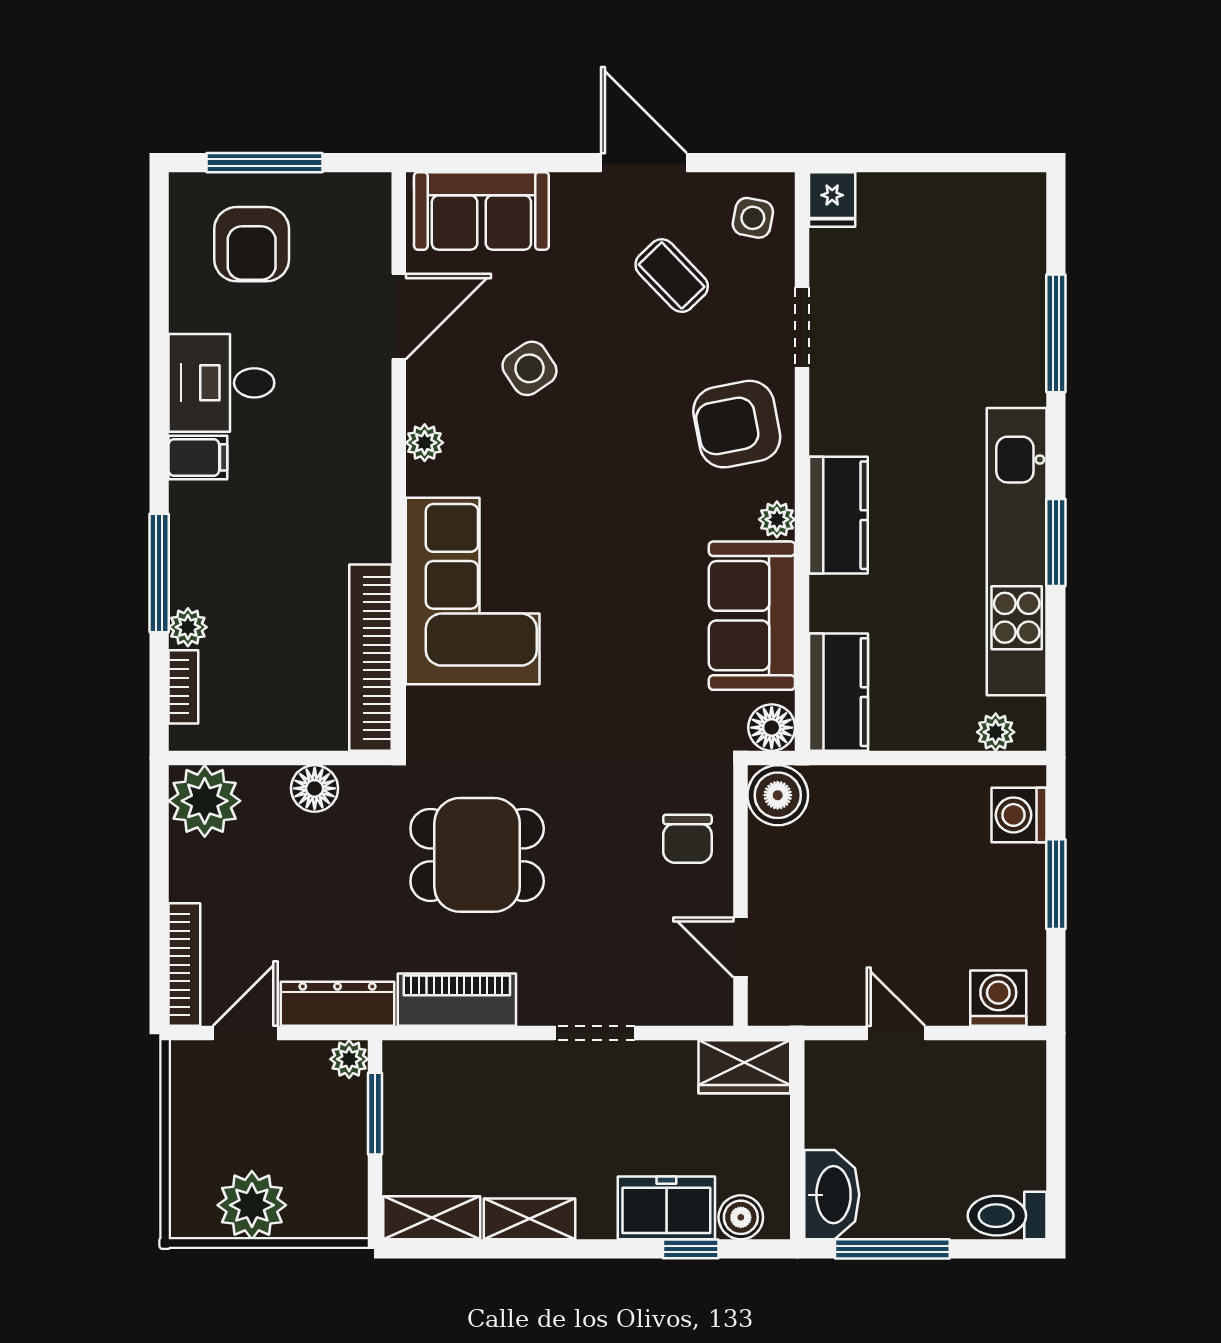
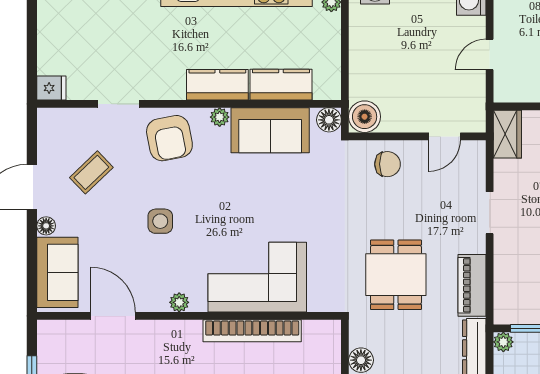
floor lamp: (570, 189) -> (46, 226), added
side table: (753, 218) -> (61, 130), removed
side table: (529, 368) -> (160, 221), moved, turned 34
bookcase: (371, 658) -> (252, 331), moved
kitchen counter: (839, 692) -> (281, 85), moved

